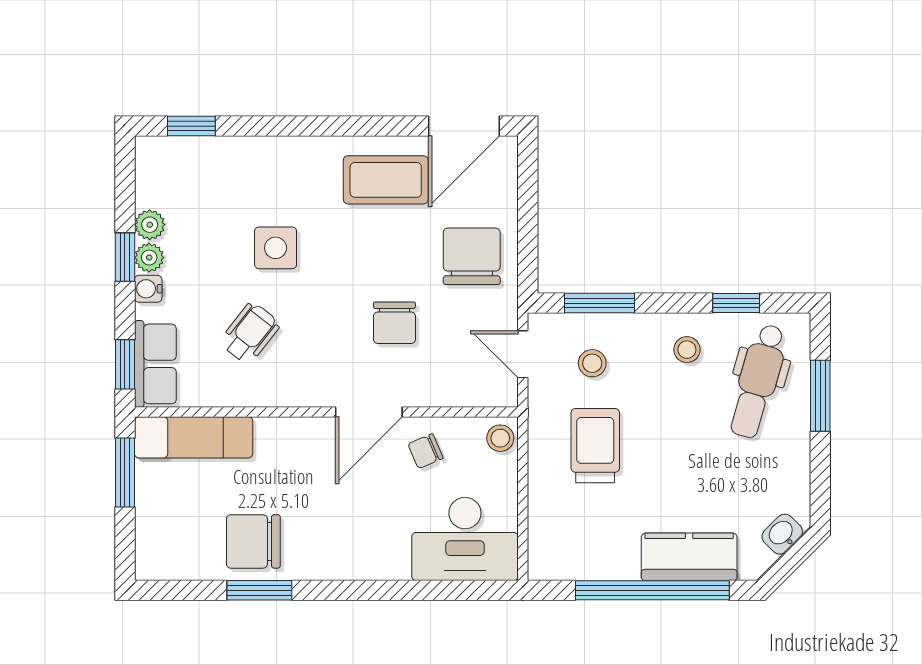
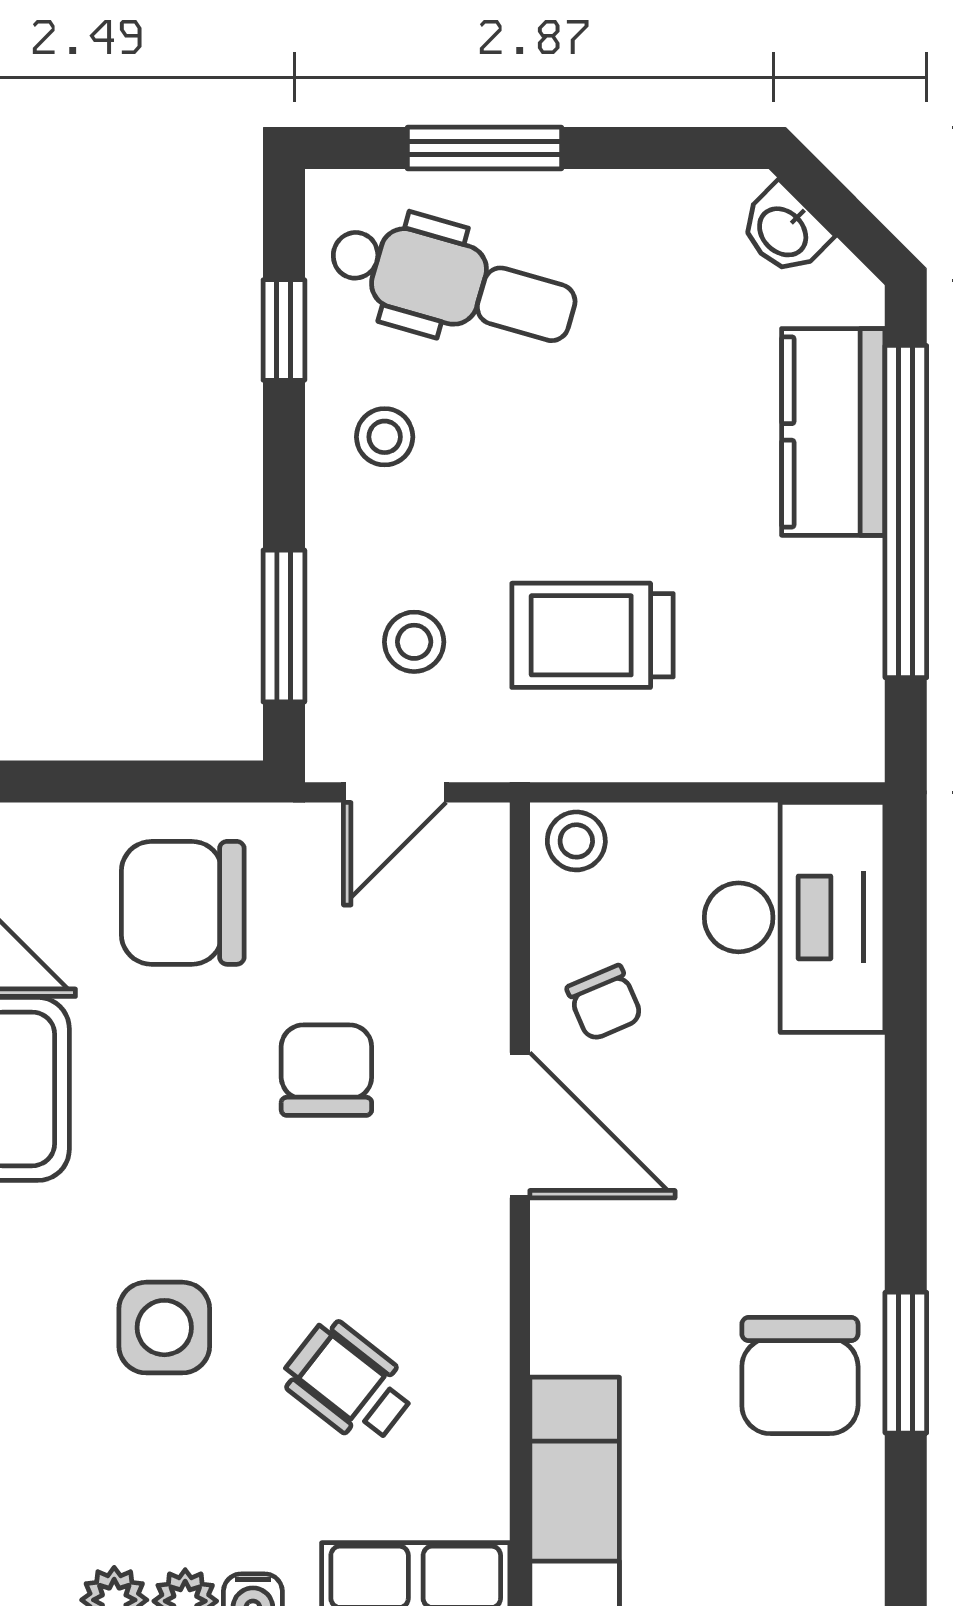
chair: (394, 323) -> (326, 1070), turned -90

